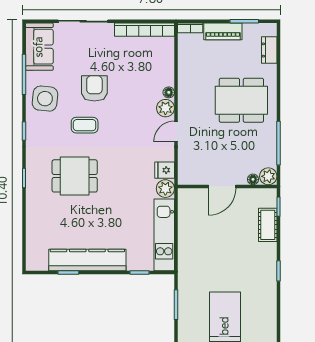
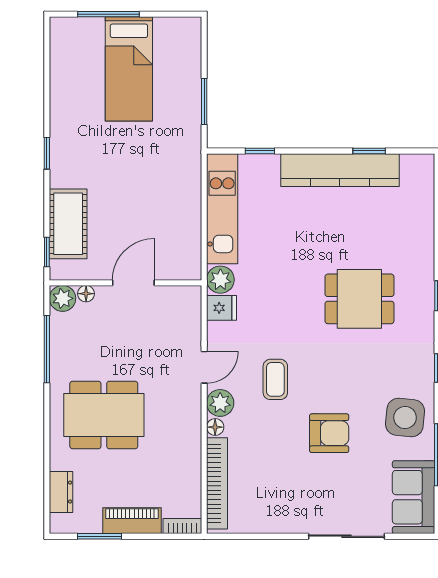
bookcase: (144, 30) -> (217, 483), moved, turned 90
armchair: (94, 88) -> (329, 433), turned -90
coffee table: (85, 125) -> (275, 379), moved, turned 90
cot: (268, 225) -> (68, 224), width x1.37, depth x1.34

